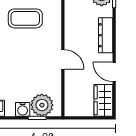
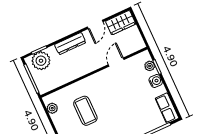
door: (63, 59) -> (116, 62), moved
plant: (42, 105) -> (150, 66), width x0.53, depth x0.53

